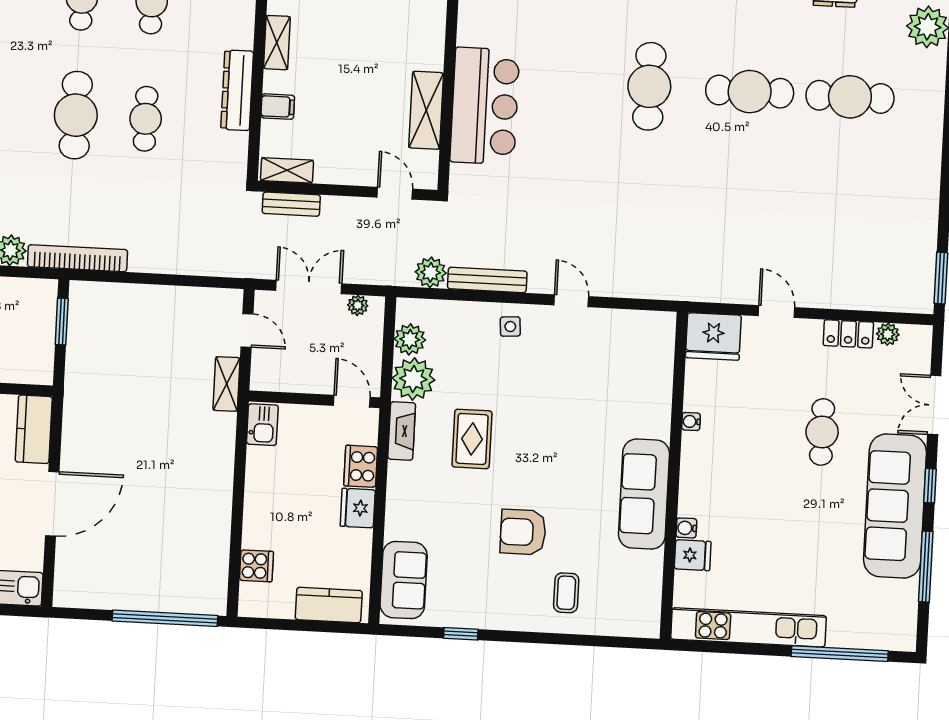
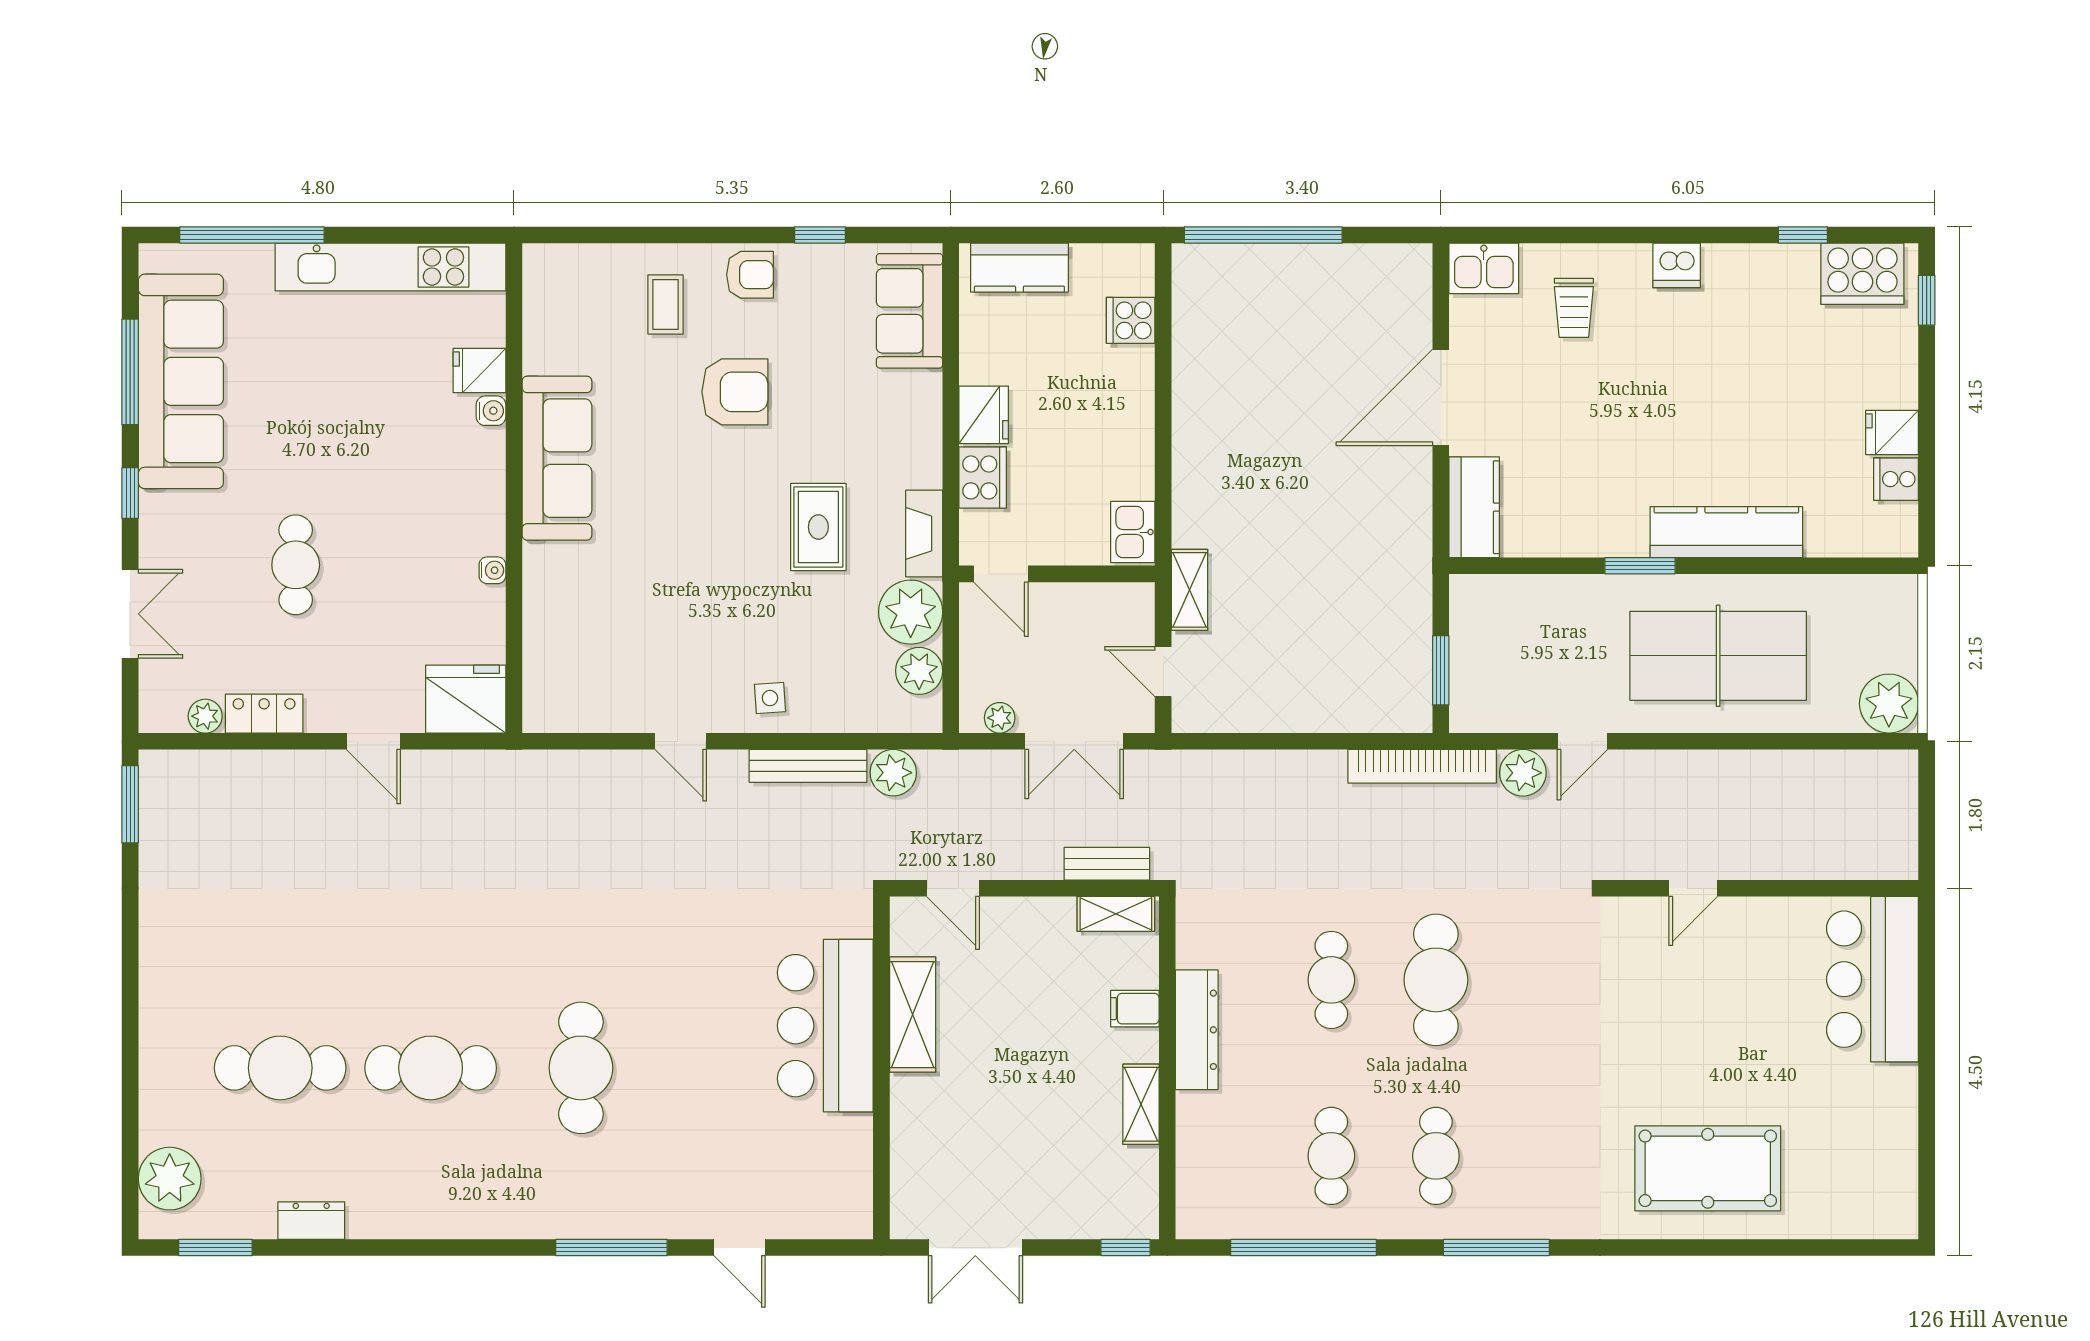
sofa: (895, 506) -> (181, 381), moved
armchair: (509, 610) -> (750, 275), added

